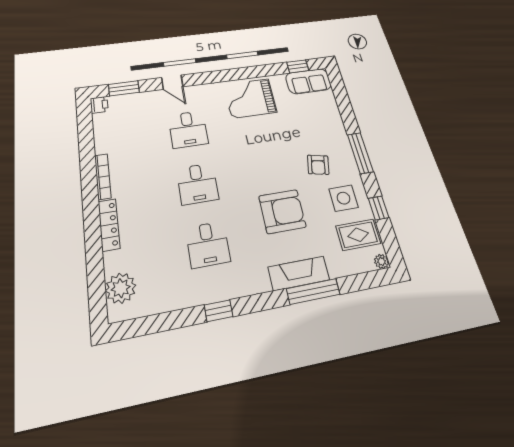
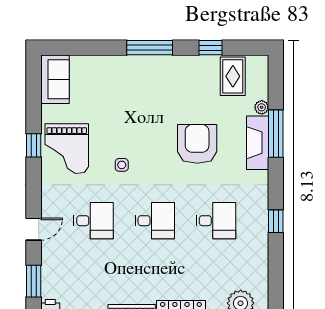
window: (298, 66) -> (34, 145), moved
armchair: (318, 165) -> (155, 95), removed
side table: (344, 198) -> (122, 165), moved, width x0.54, depth x0.54
plant: (382, 261) -> (262, 107), moved

